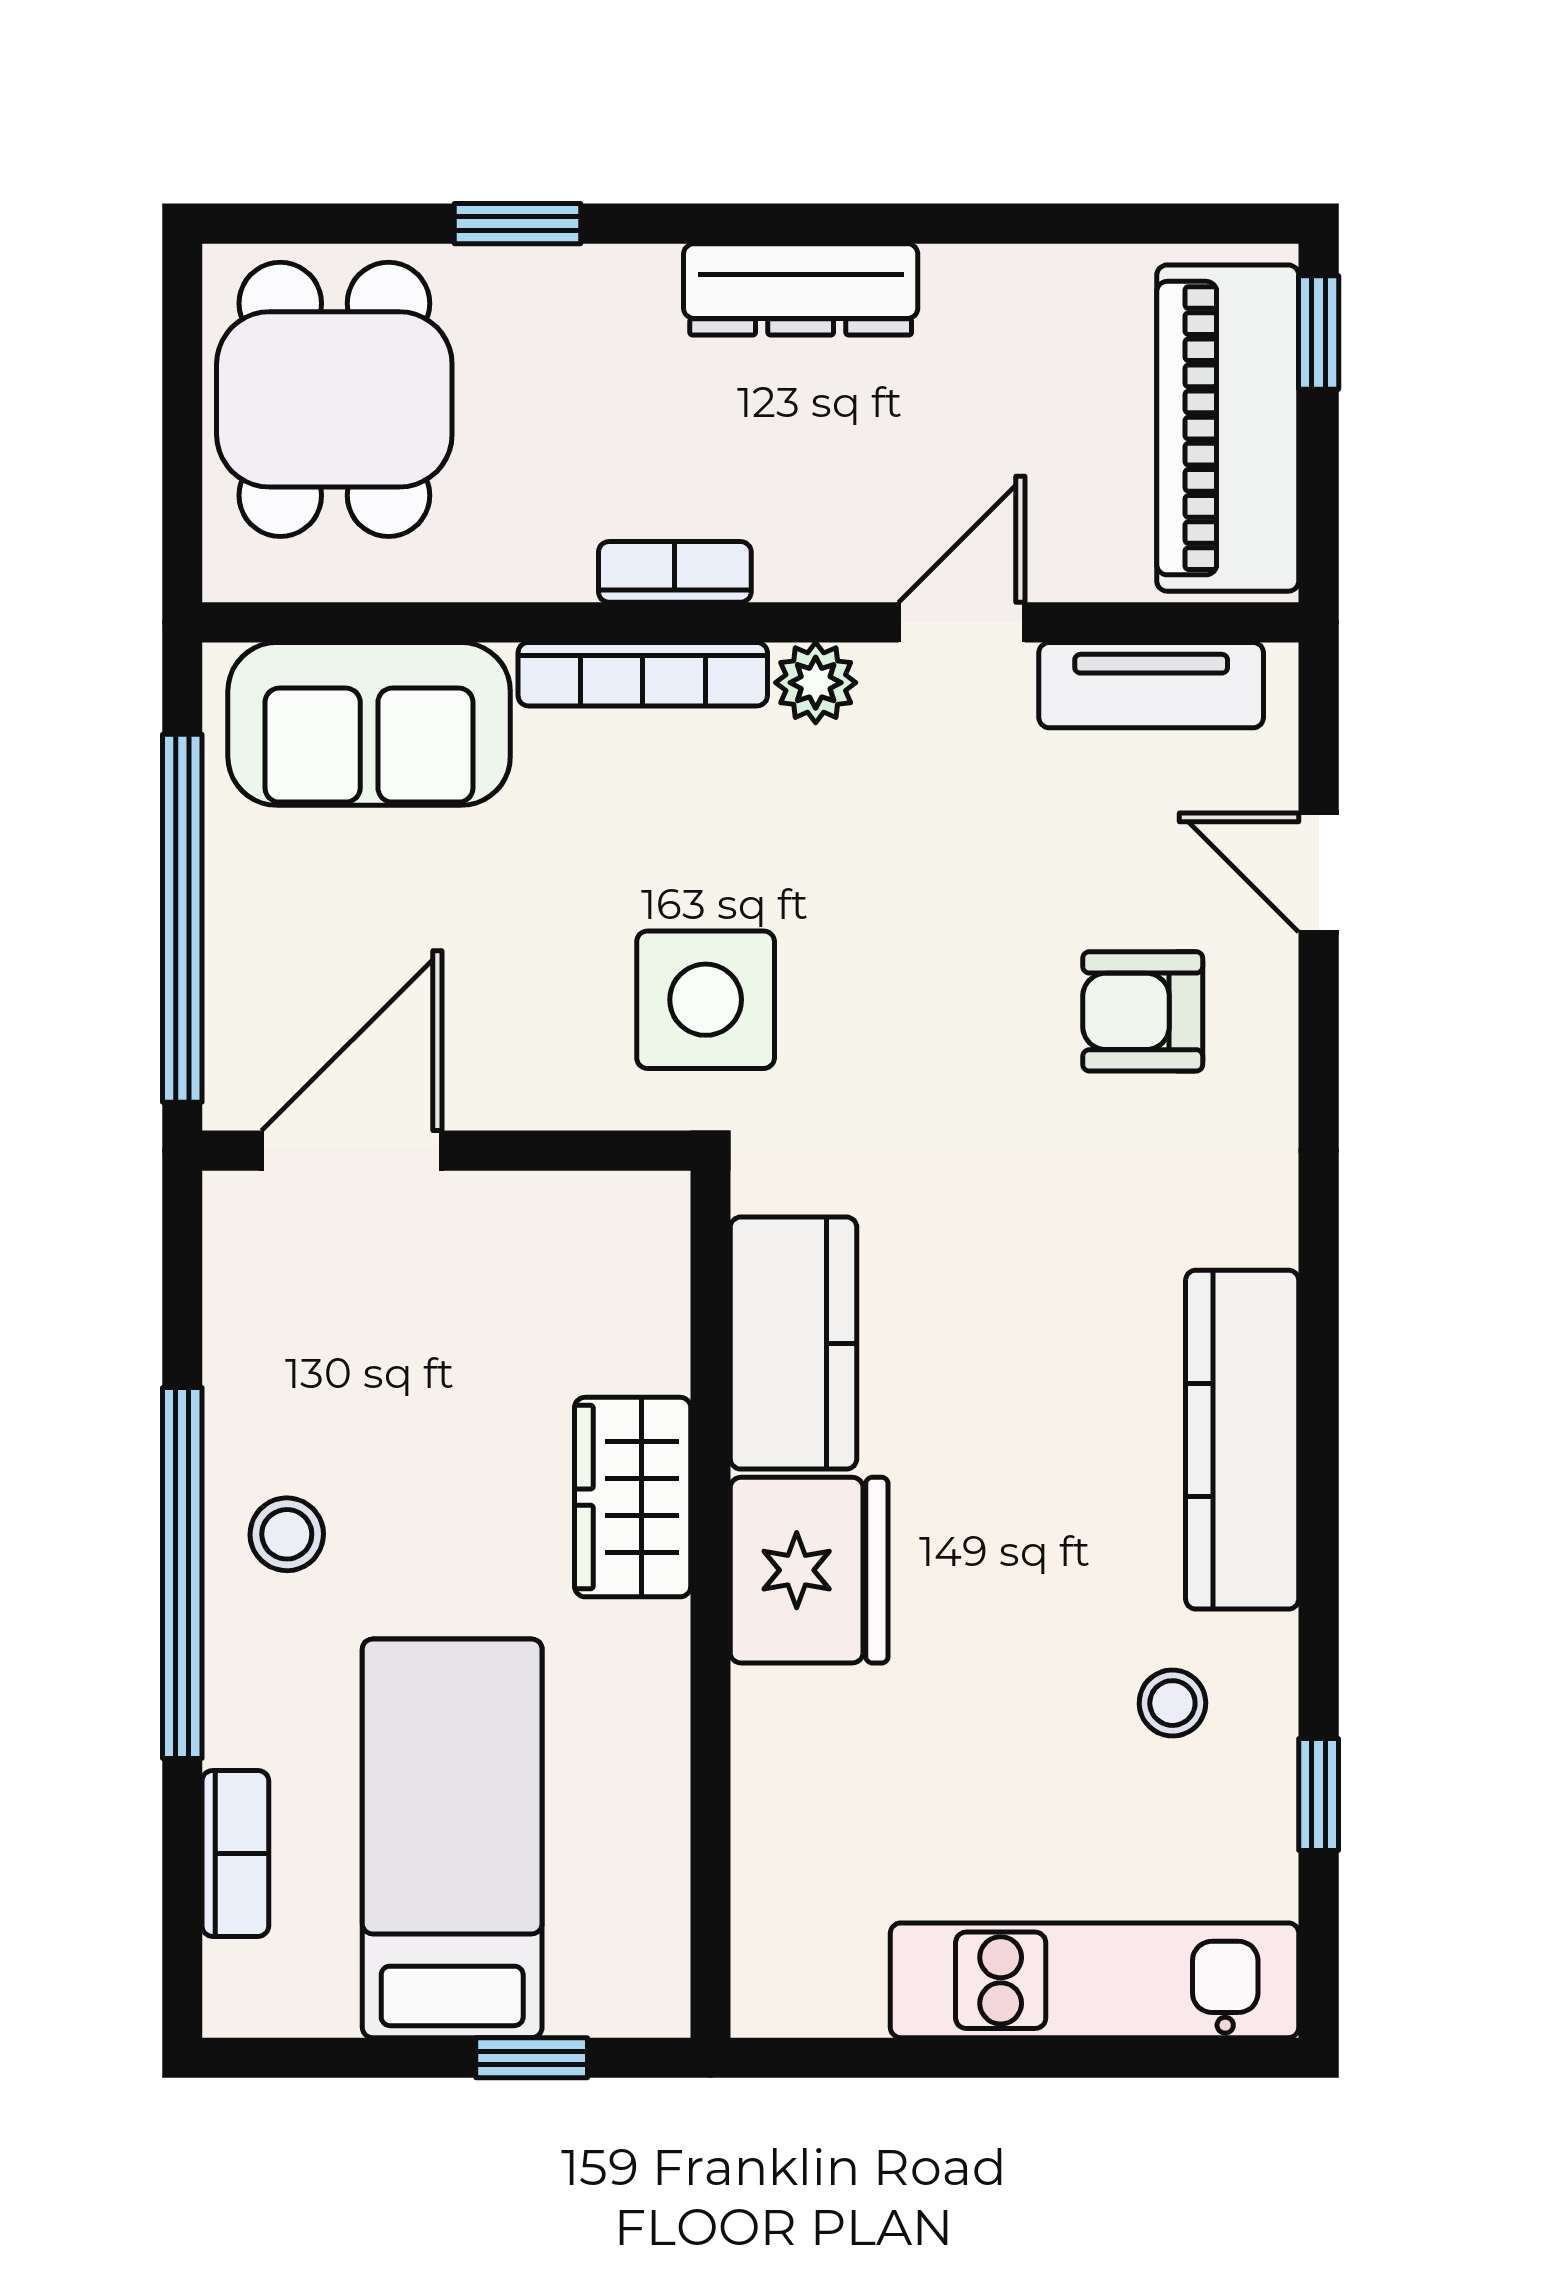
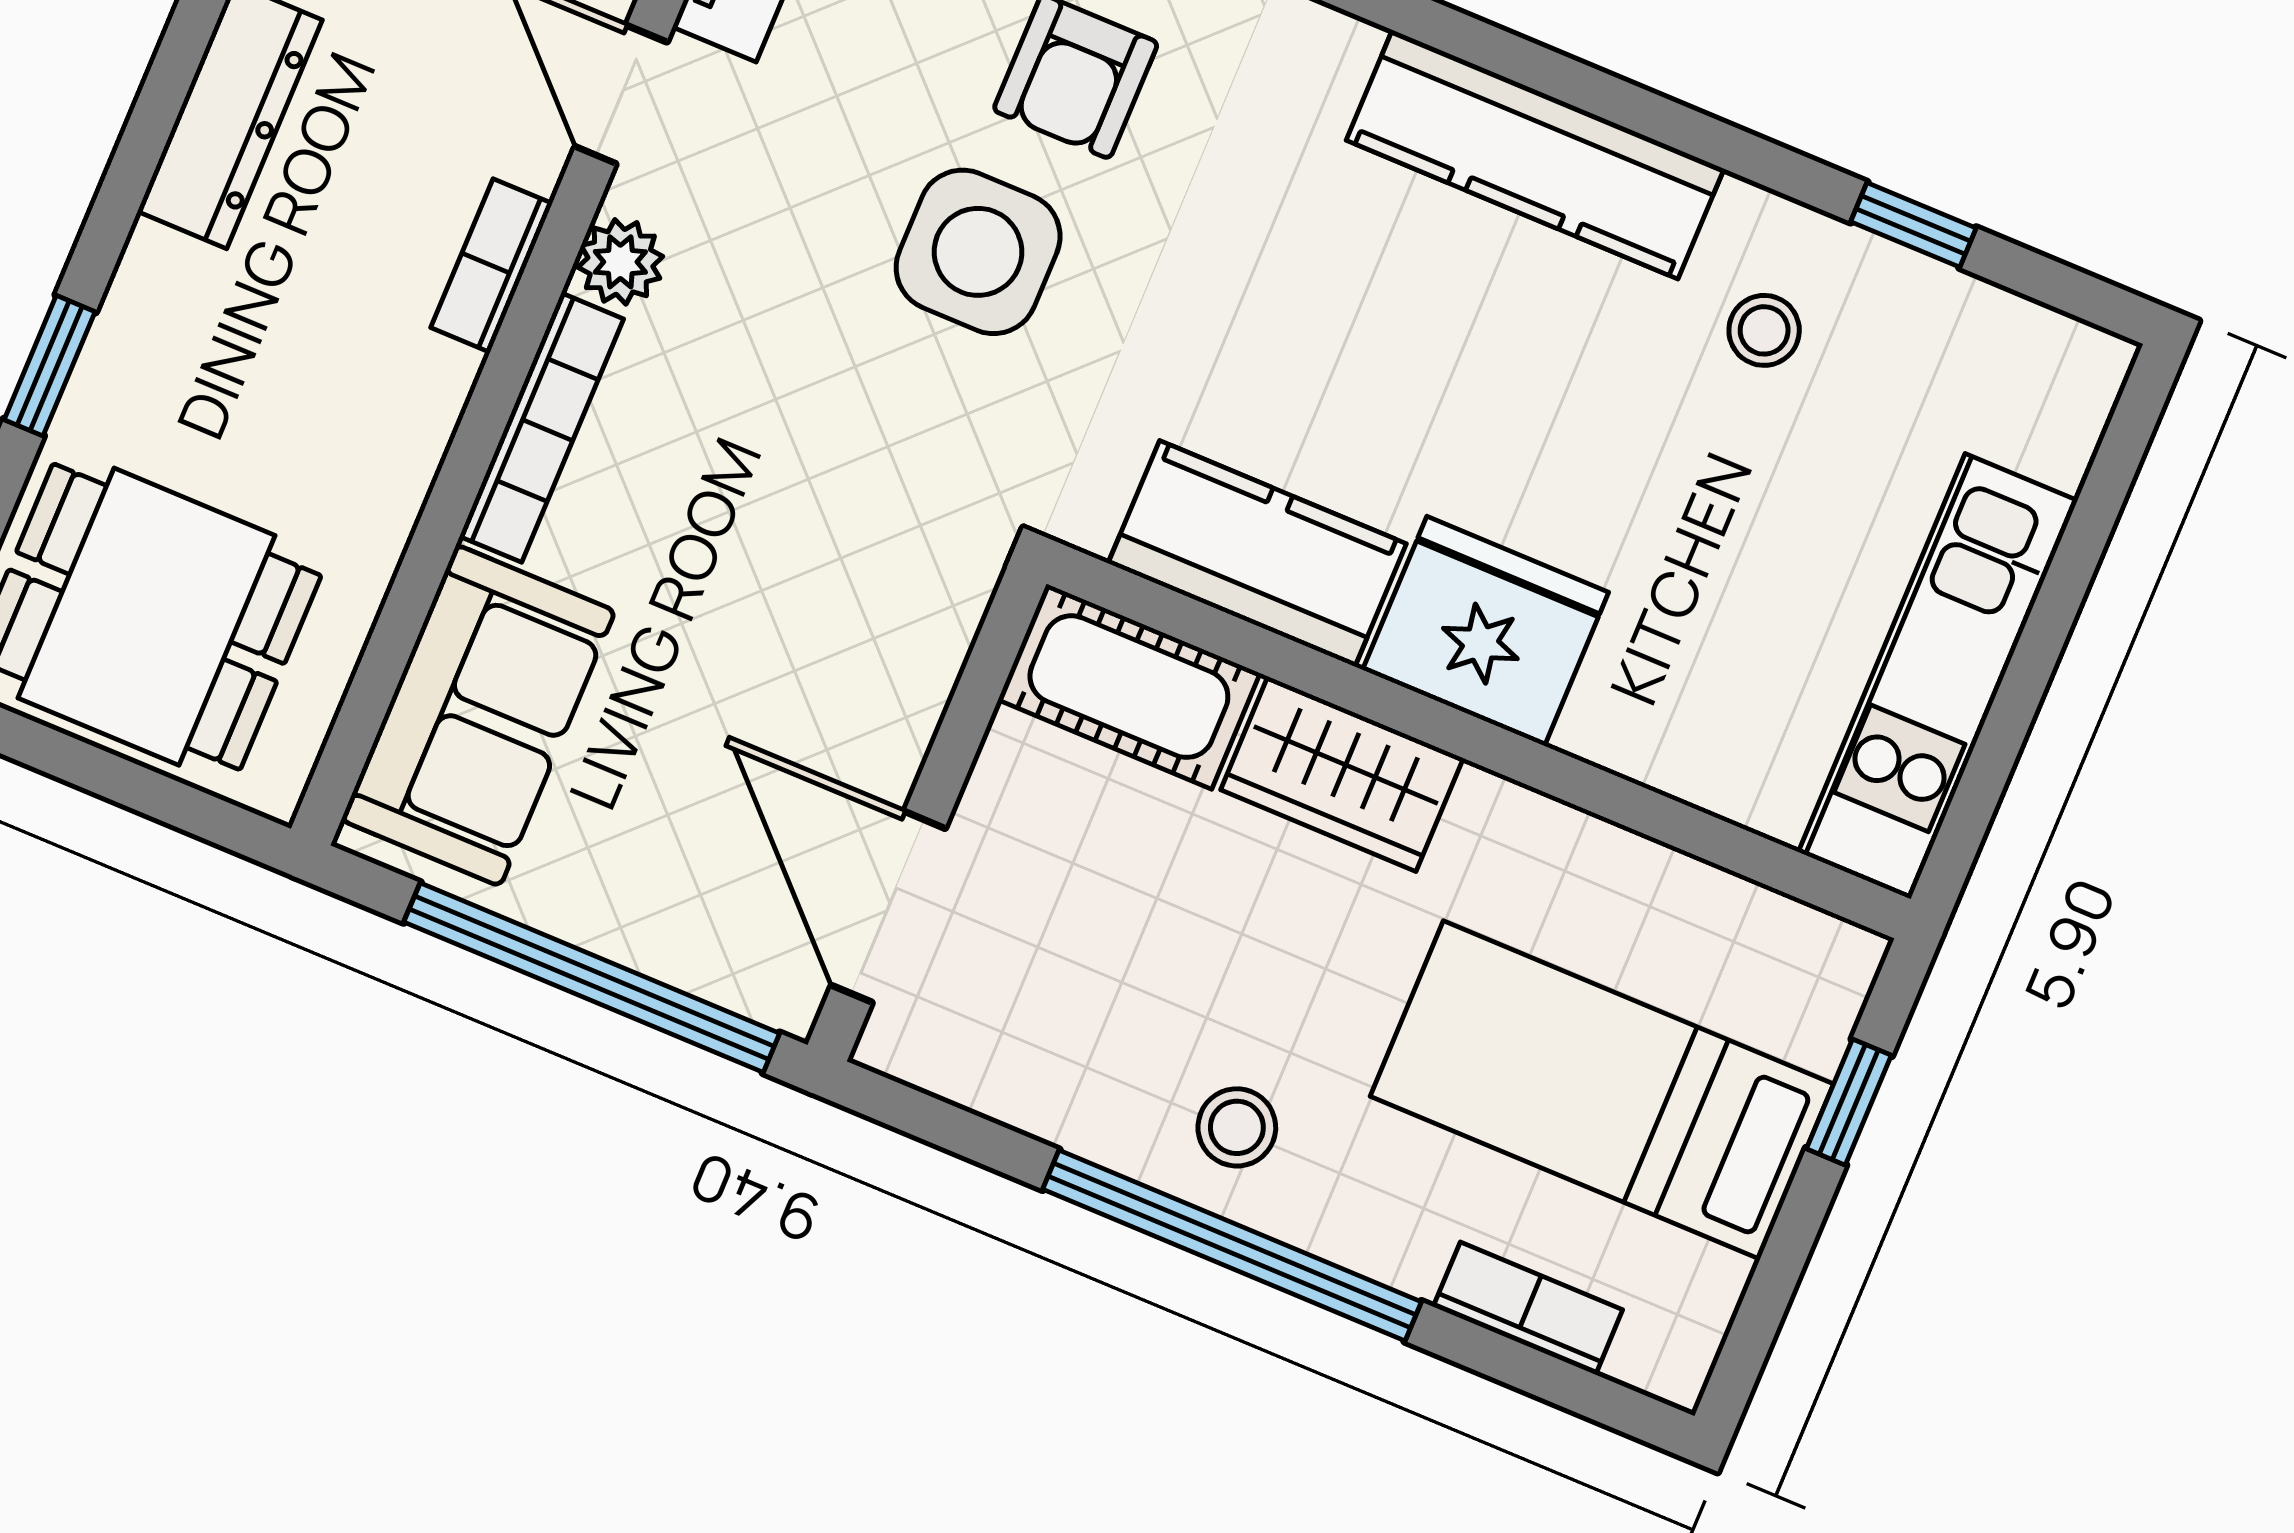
bookcase: (675, 572) -> (492, 266), moved
side table: (706, 1000) -> (978, 252), moved
cot: (631, 1280) -> (1129, 687), added
kitchen unit: (1095, 1980) -> (1938, 676), moved

